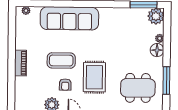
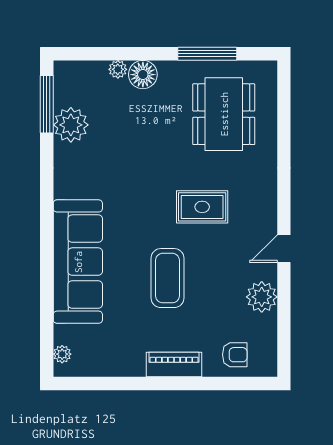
plant: (156, 16) -> (71, 125), moved
rug: (94, 77) -> (202, 207), width x0.73, depth x0.70
armchair: (65, 85) -> (235, 355), moved

